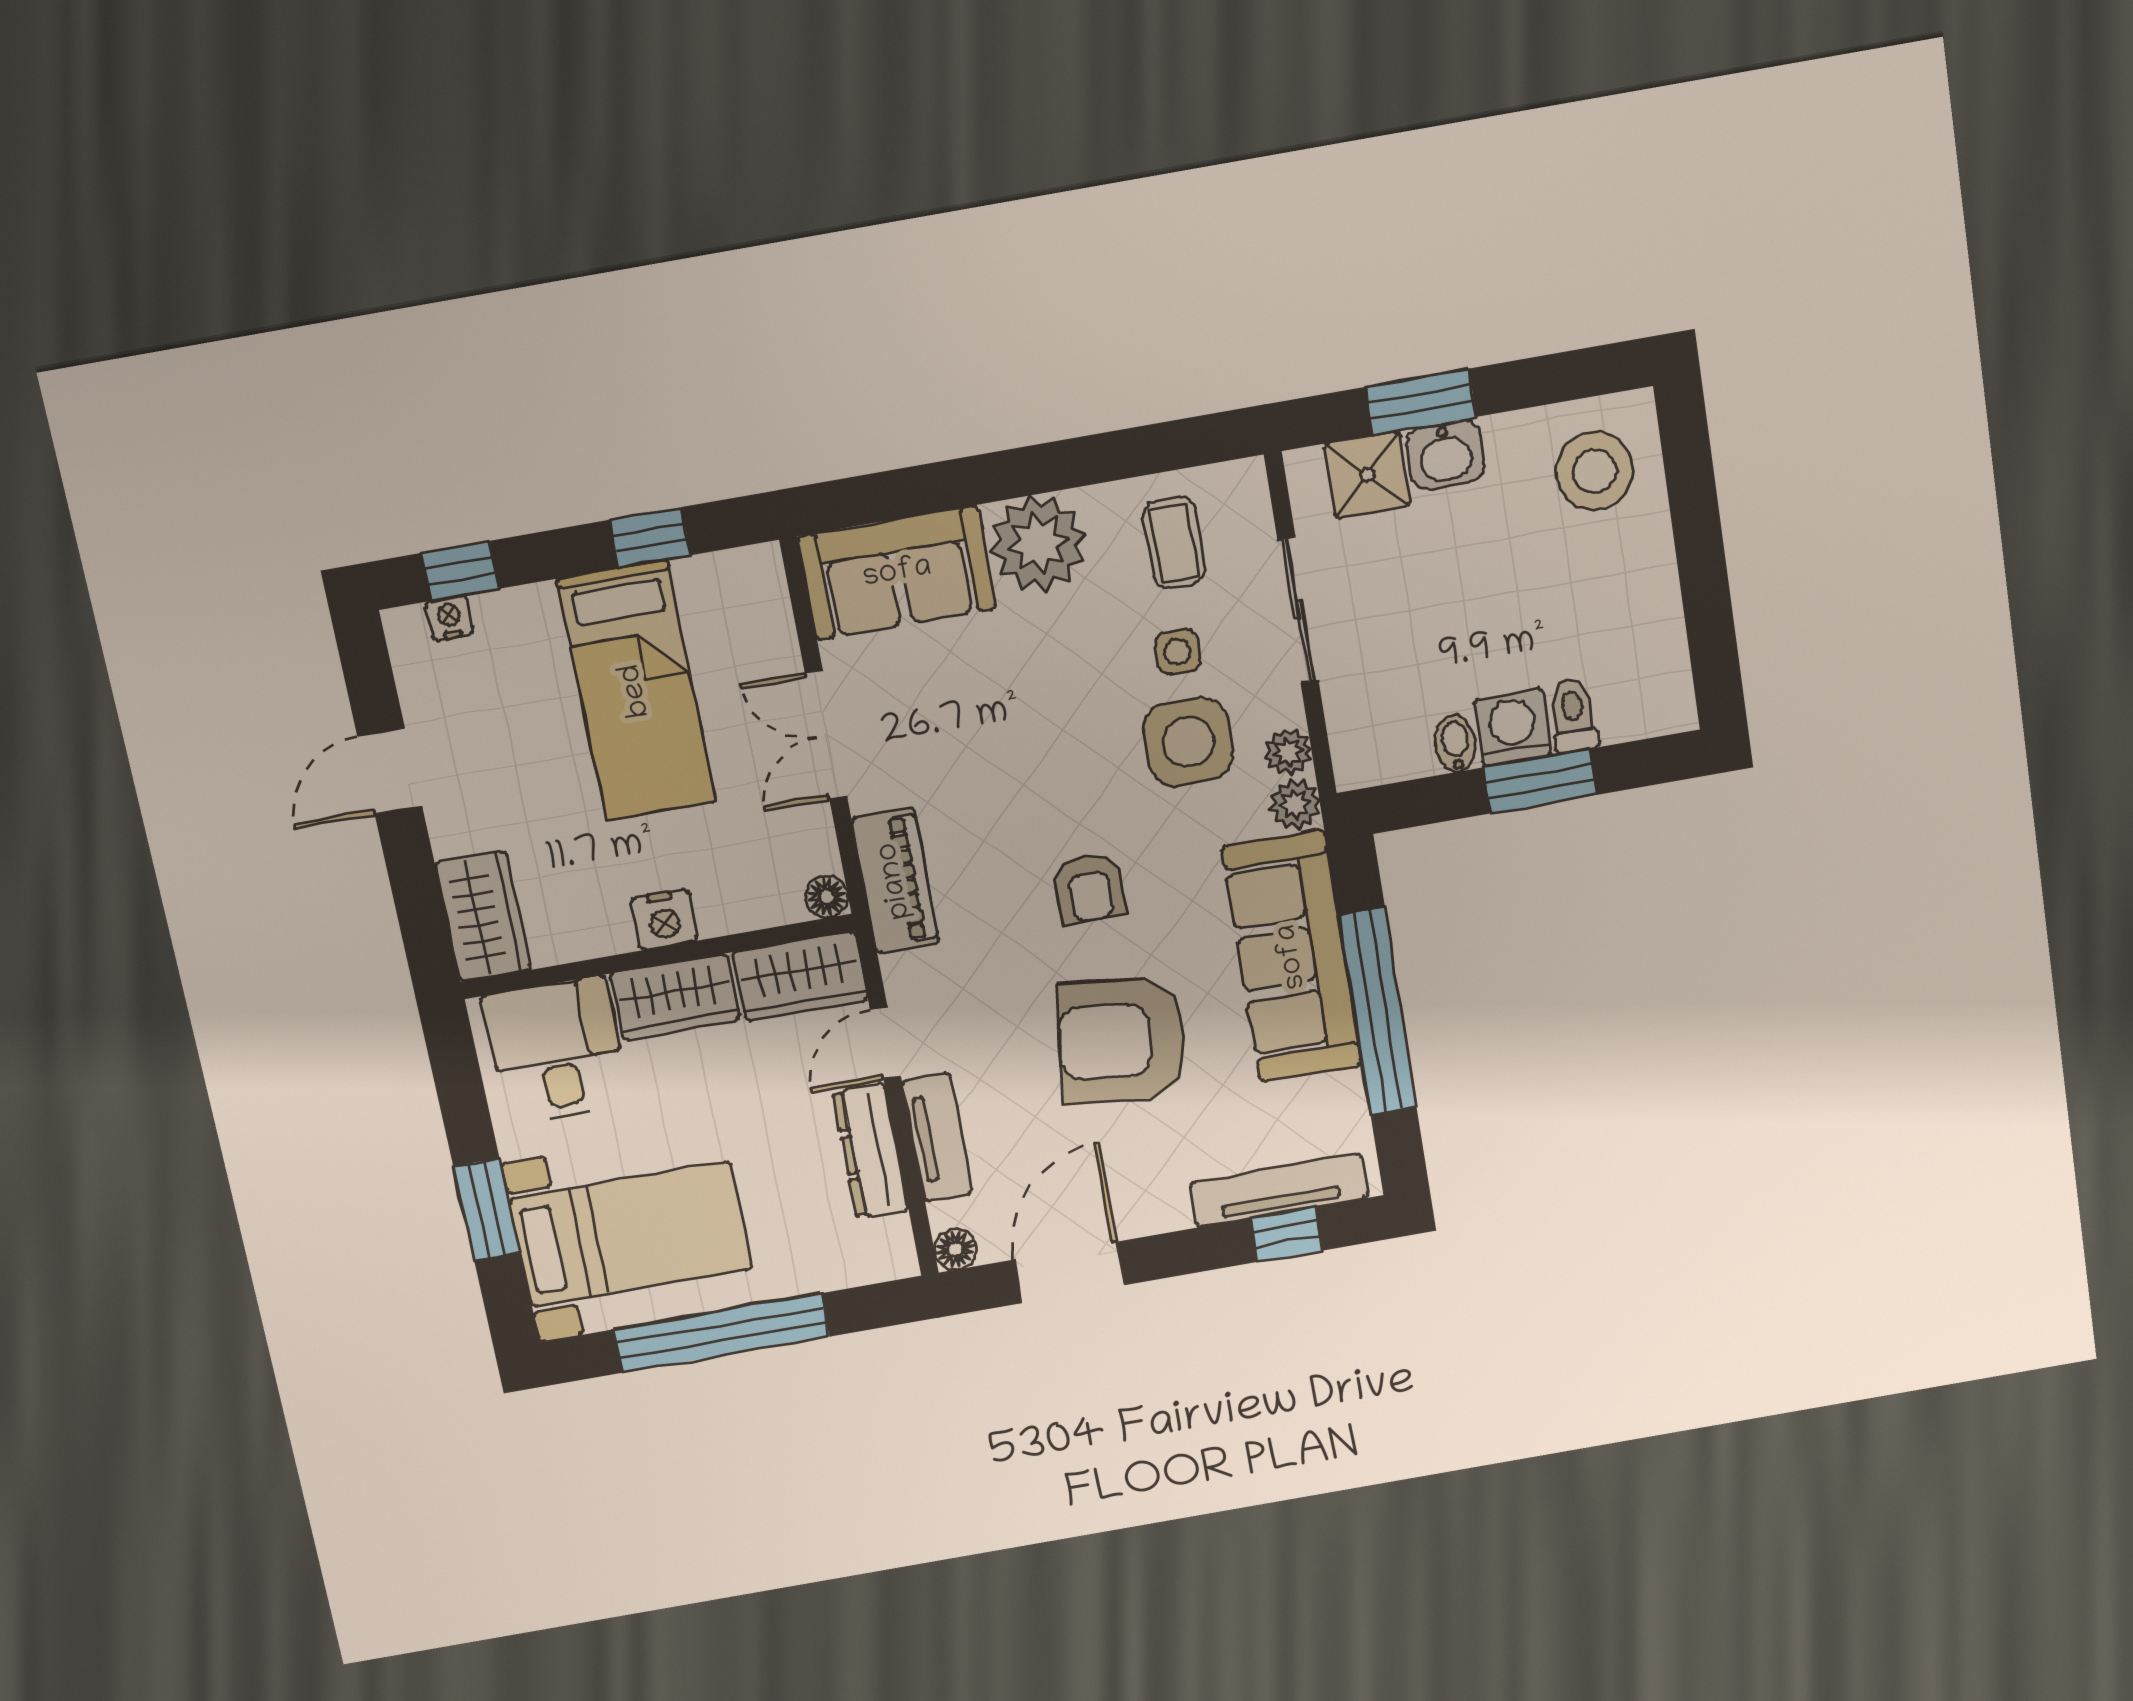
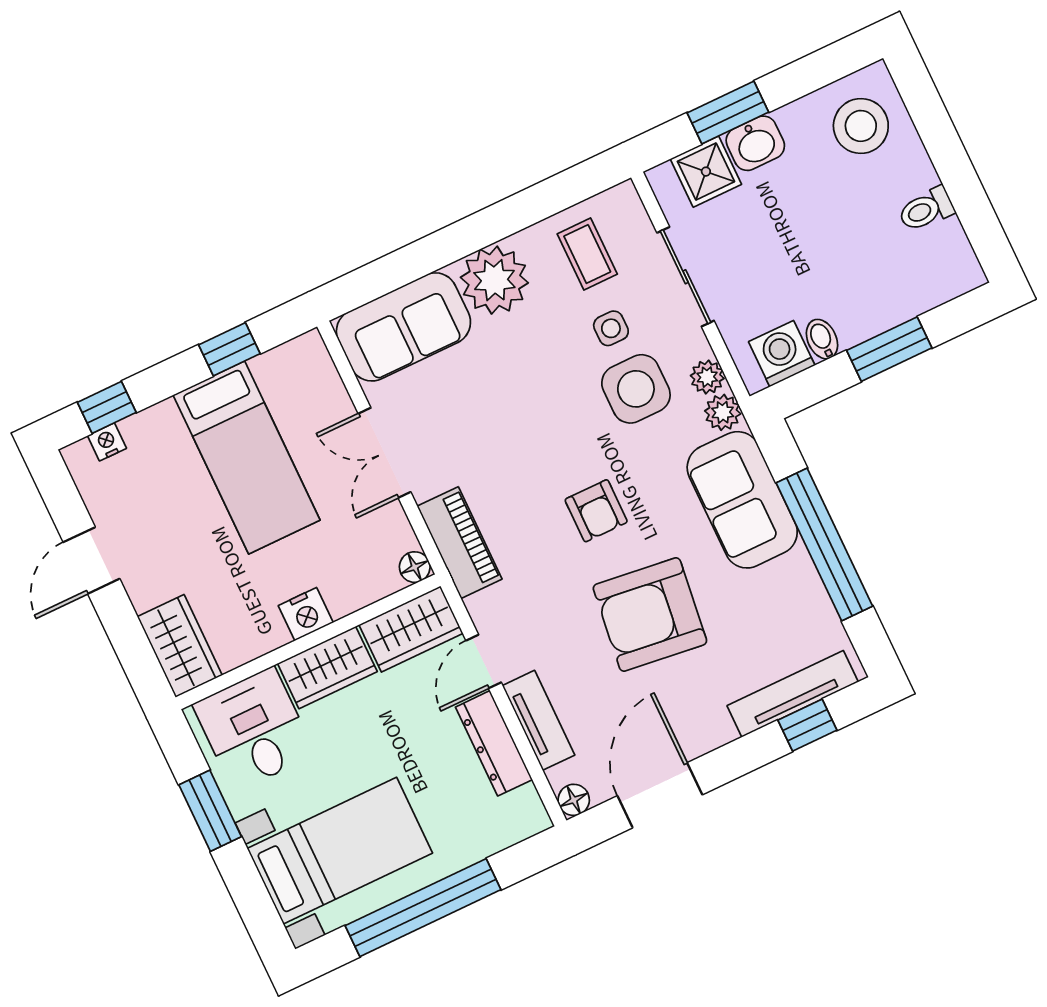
toilet: (1573, 715) -> (926, 209), moved, turned -90
washing machine: (1513, 728) -> (782, 354), moved
sofa: (1292, 957) -> (742, 500), width x0.73
window: (487, 1210) -> (210, 811), moved

